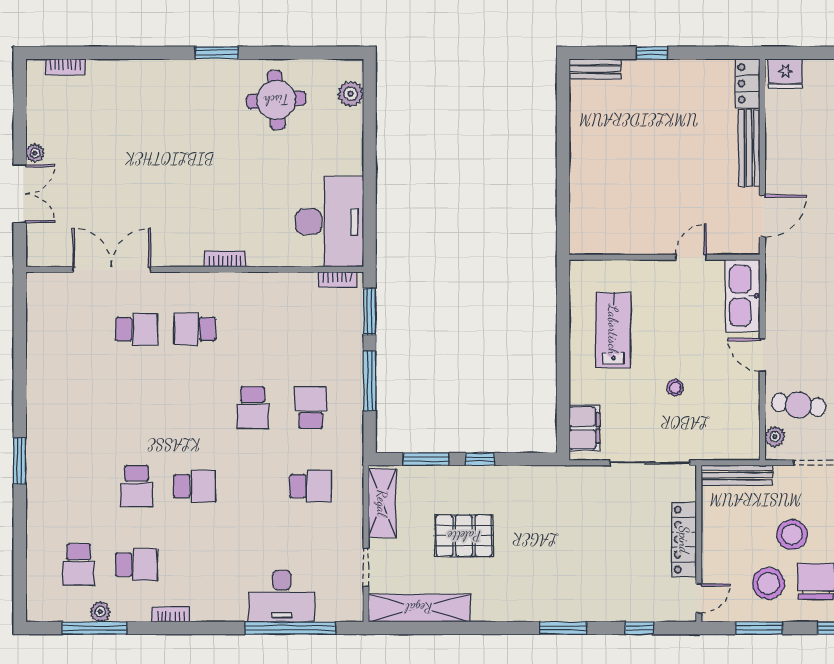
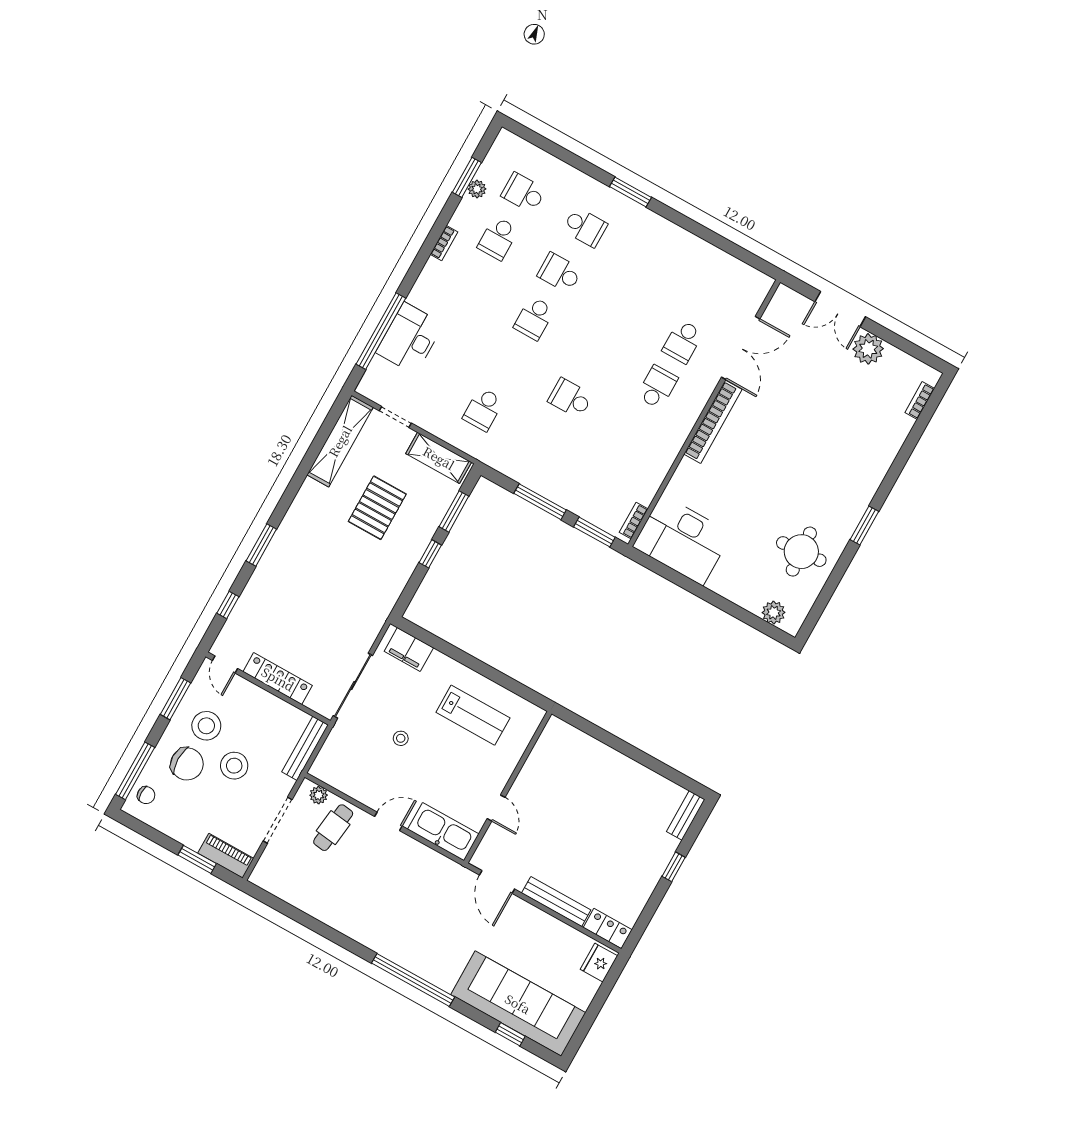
plant: (35, 153) -> (868, 349), width x1.88, depth x1.88
bookcase: (225, 259) -> (713, 422), width x2.31, depth x1.31
school desk: (311, 408) -> (585, 227), moved
window: (94, 628) -> (467, 177), width x0.69

